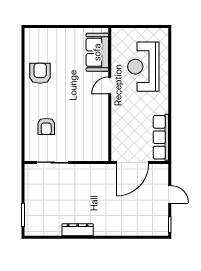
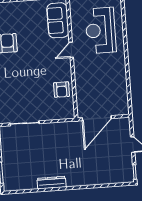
armchair: (46, 126) -> (62, 90), moved
row of seats: (161, 137) -> (121, 93), removed

